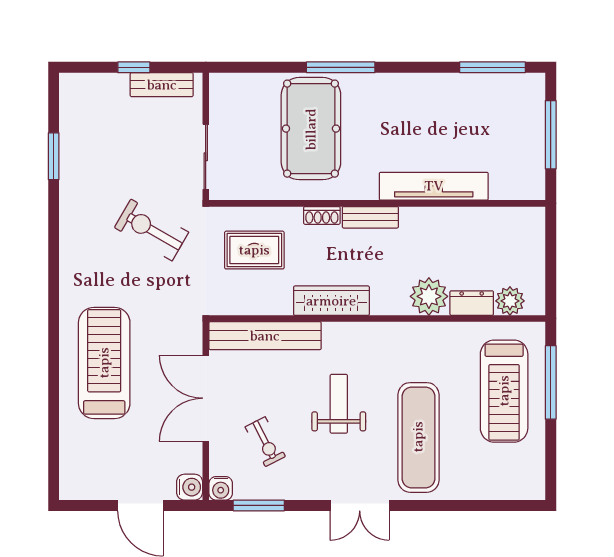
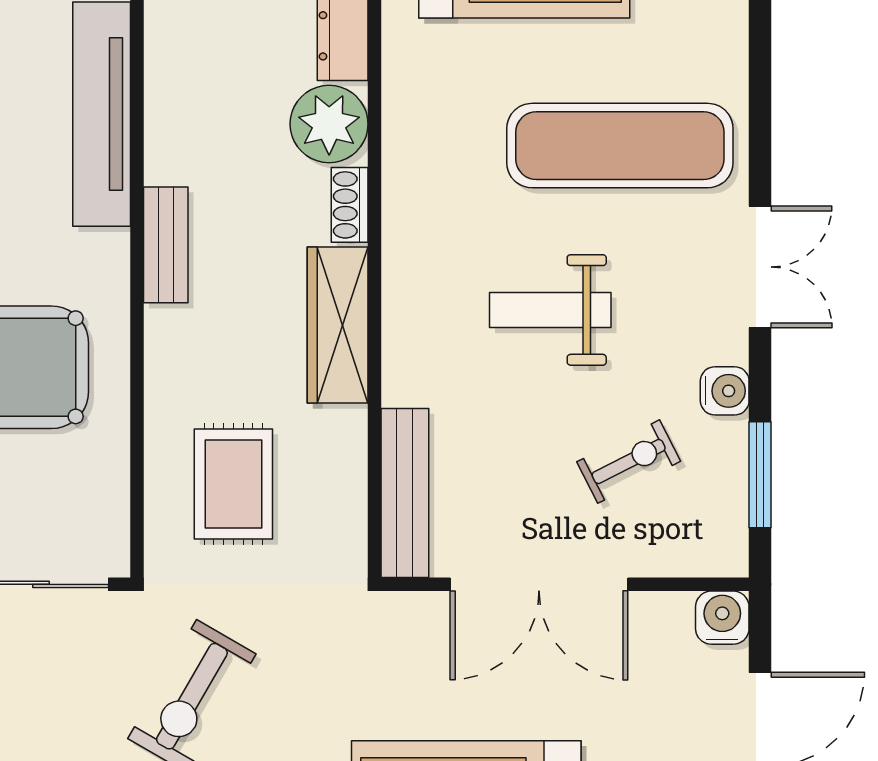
shoe rack: (322, 215) -> (350, 205), moved, turned 180
bench: (265, 336) -> (405, 493), width x0.73, depth x0.82
water cooler: (221, 488) -> (725, 391), moved

